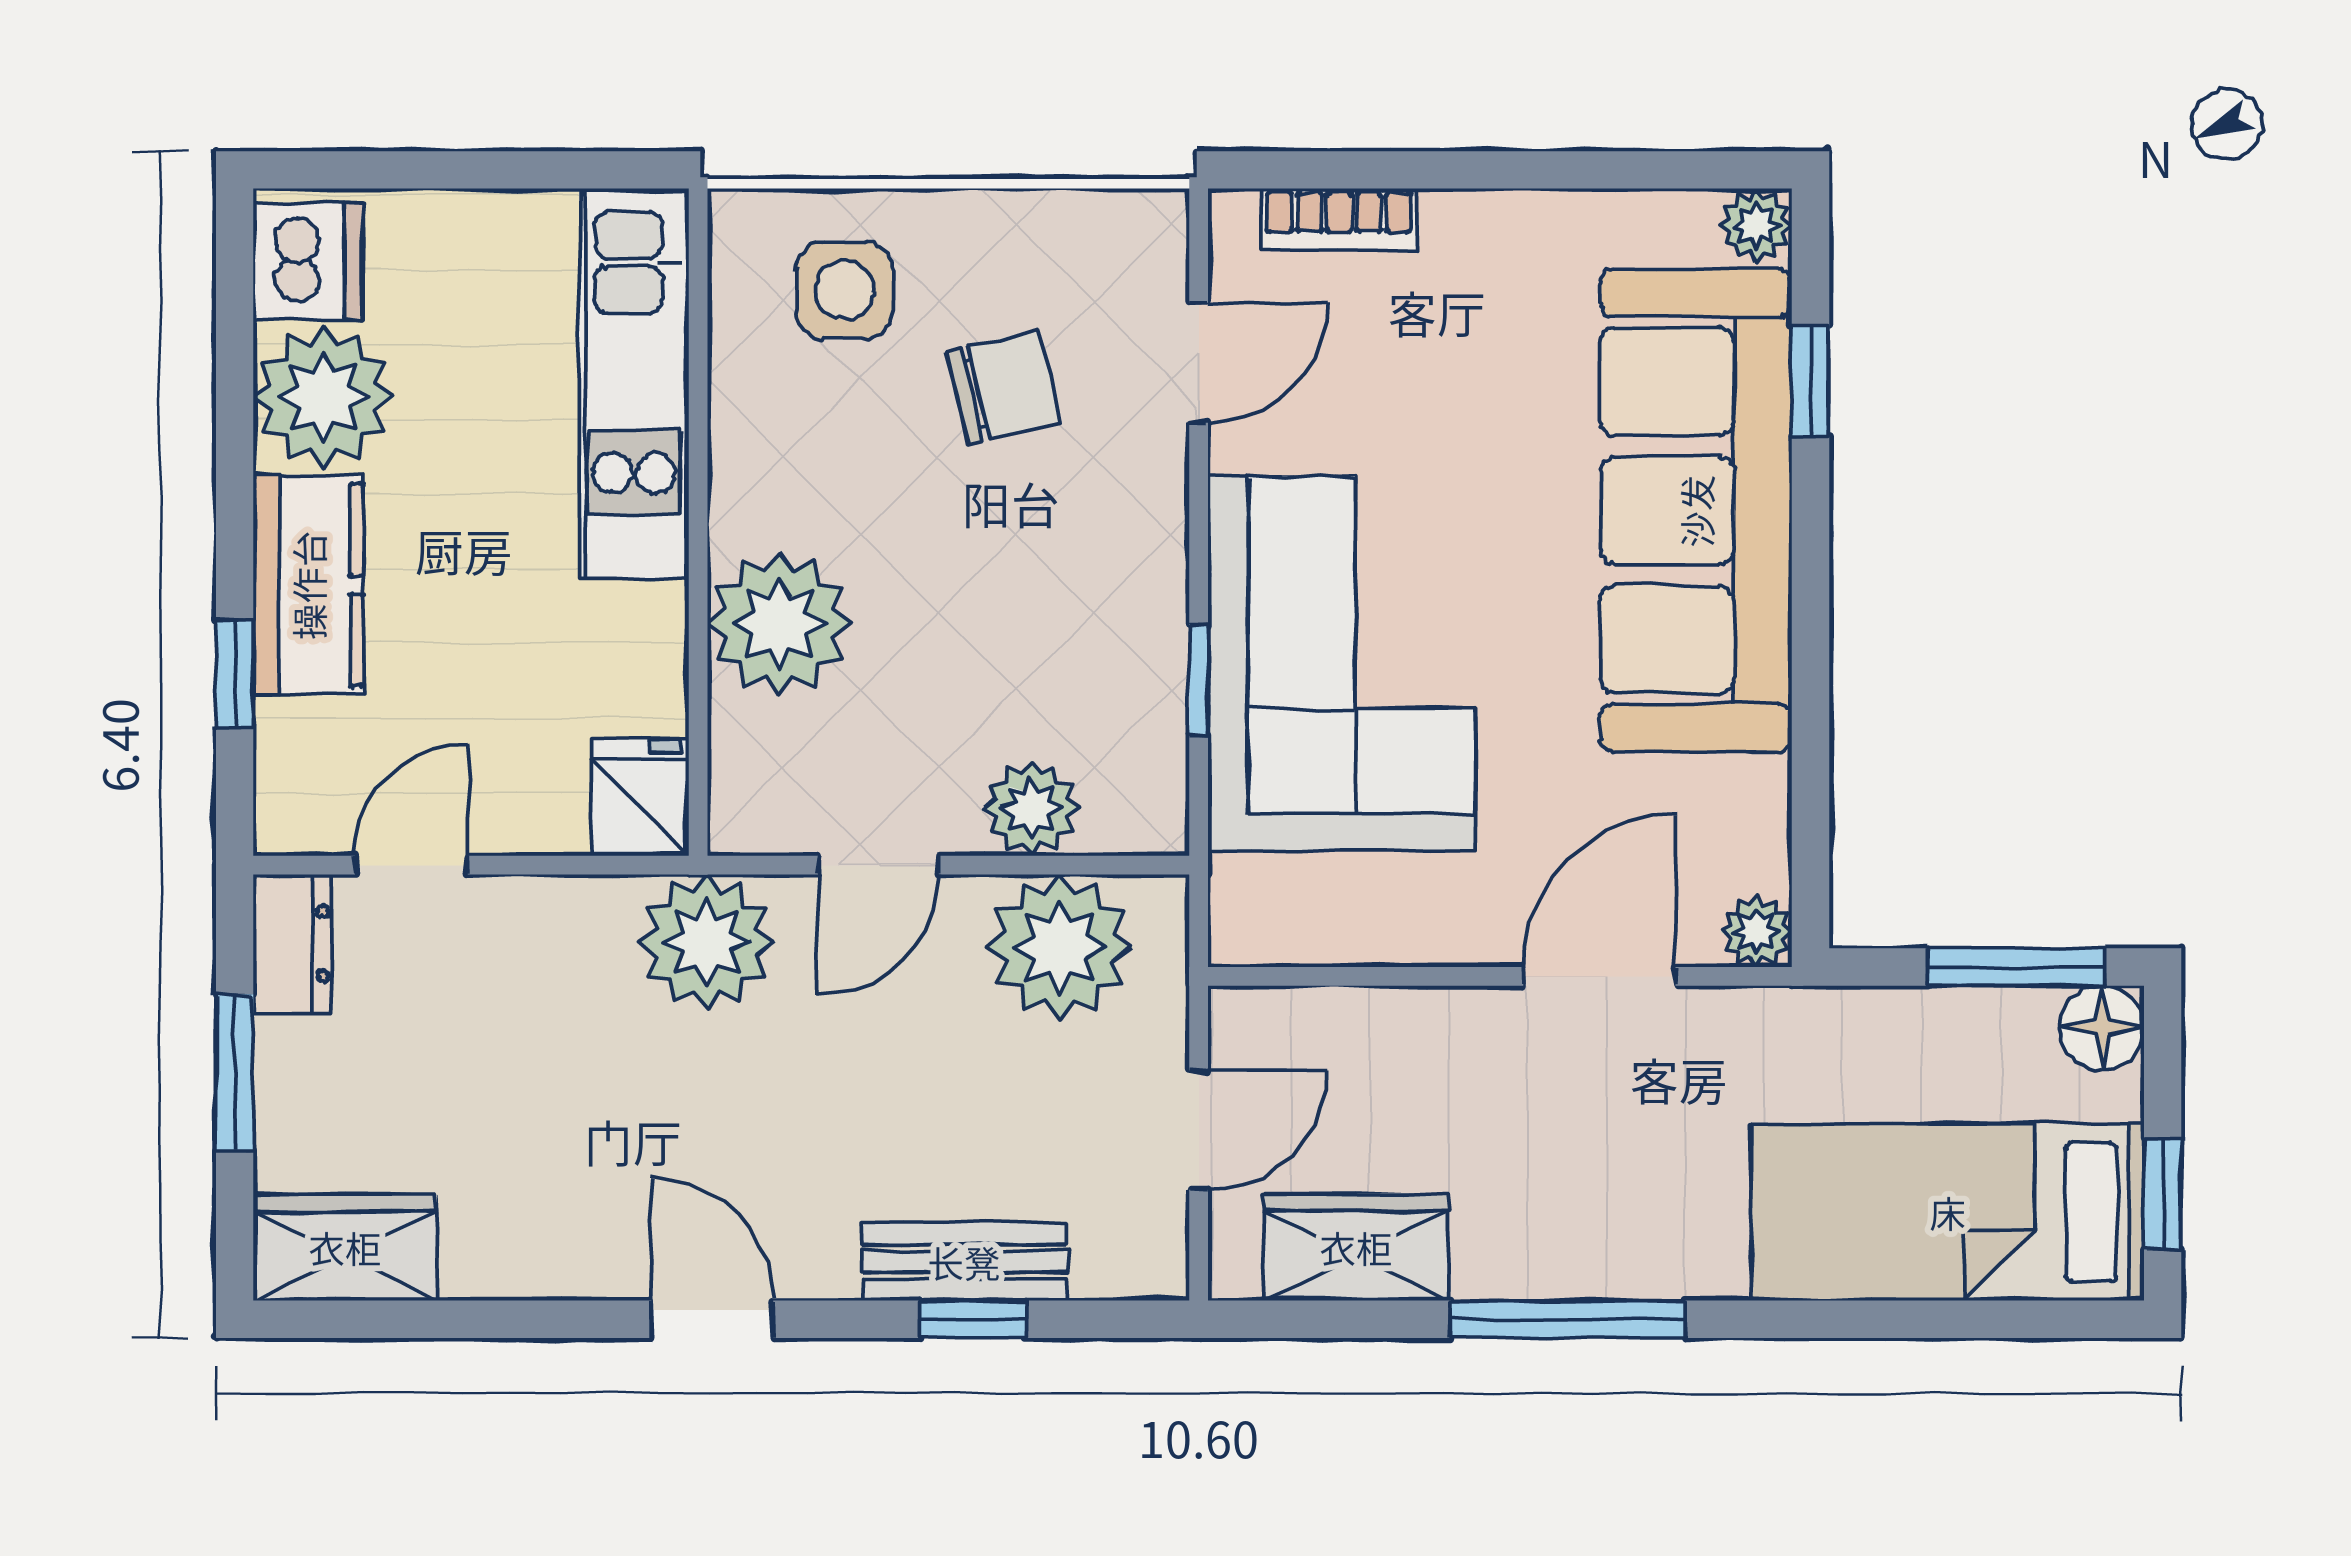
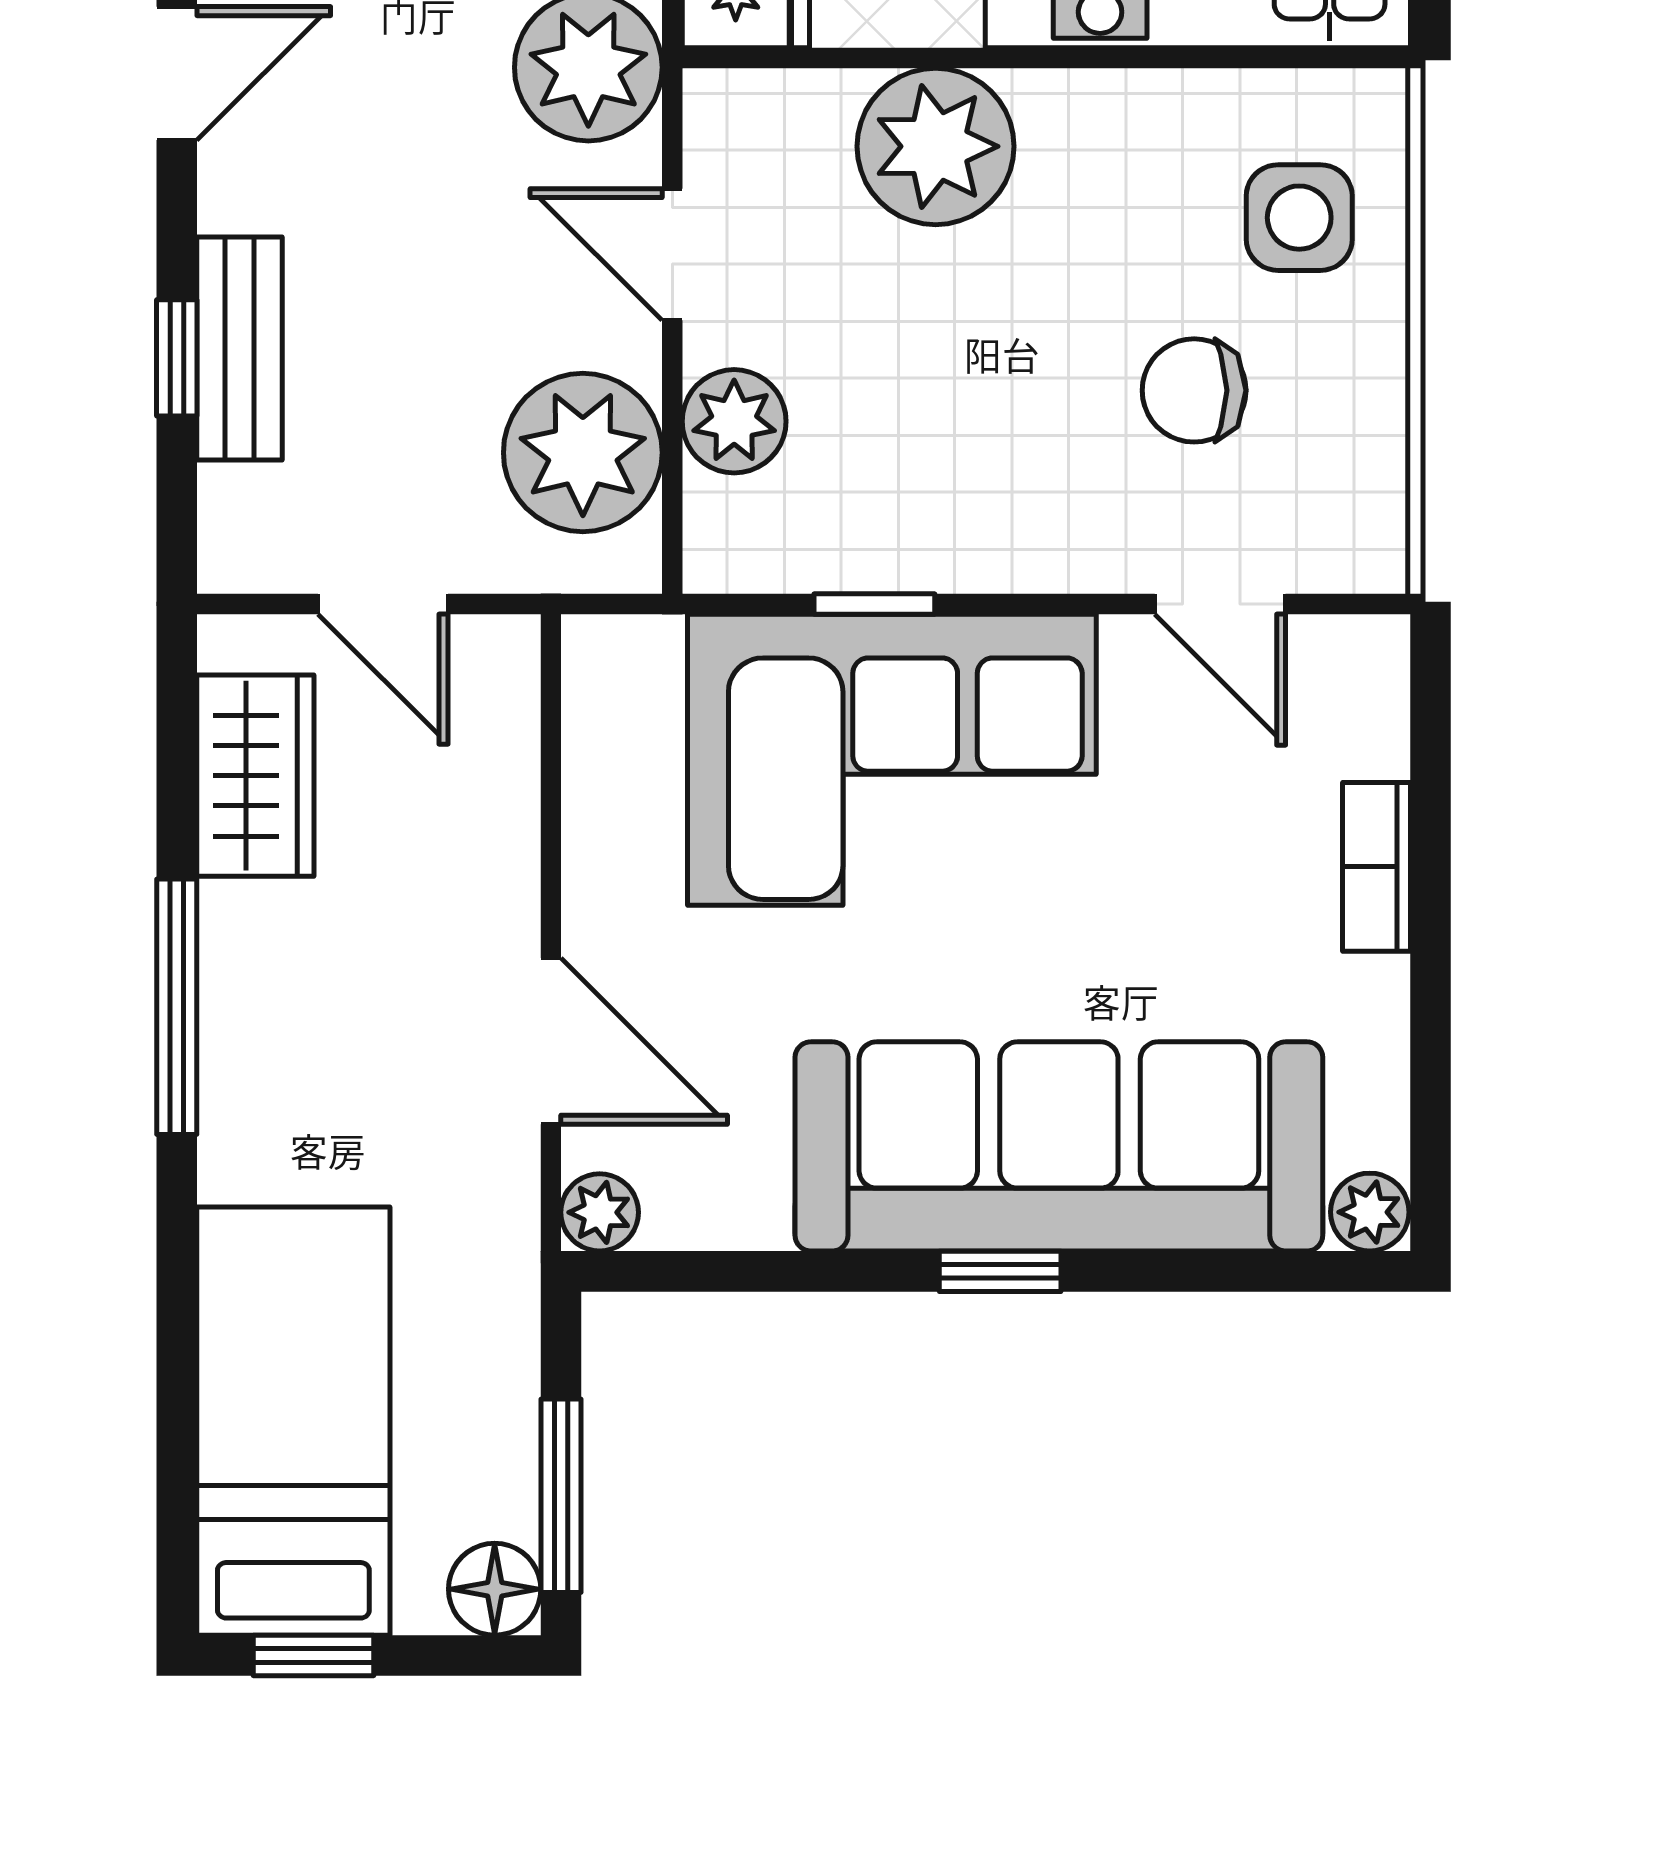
bookcase: (1339, 219) -> (1376, 867), moved
window: (1810, 381) -> (1000, 1271), moved
chair: (1003, 387) -> (1194, 390), turned 104

